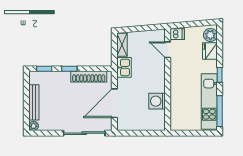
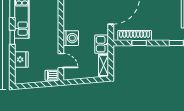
plant: (210, 35) -> (21, 75), removed
window: (69, 69) -> (139, 43), moved
washing machine: (157, 101) -> (71, 38), moved

